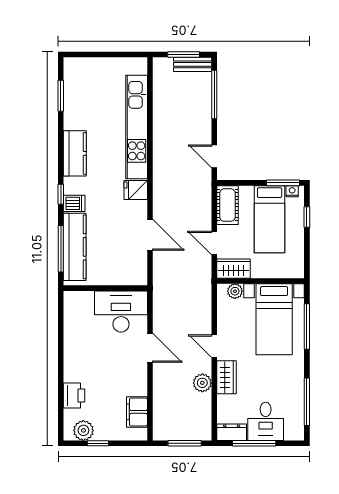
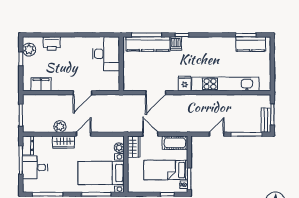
kitchen counter: (75, 153) -> (251, 44), moved
door: (214, 156) -> (217, 134), moved
door: (214, 243) -> (150, 134), hinge flipped
desk: (121, 311) -> (106, 54), moved

